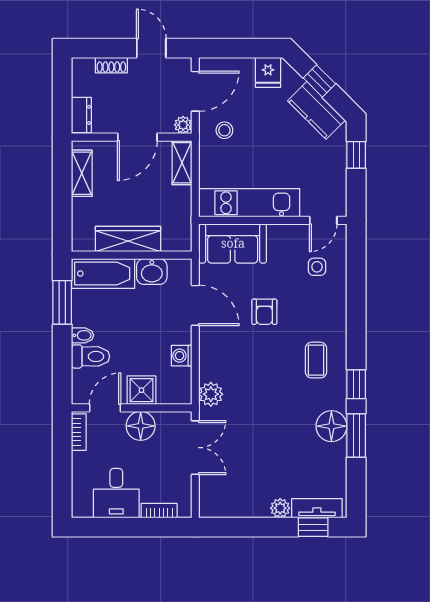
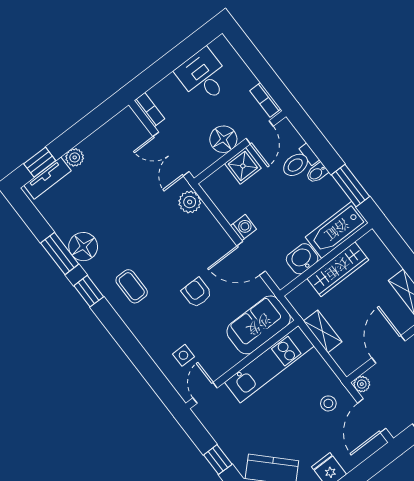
shelving: (182, 163) -> (323, 331), moved
washing machine: (182, 356) -> (243, 228), moved
bookcase: (159, 511) -> (149, 110), moved, turned -90

